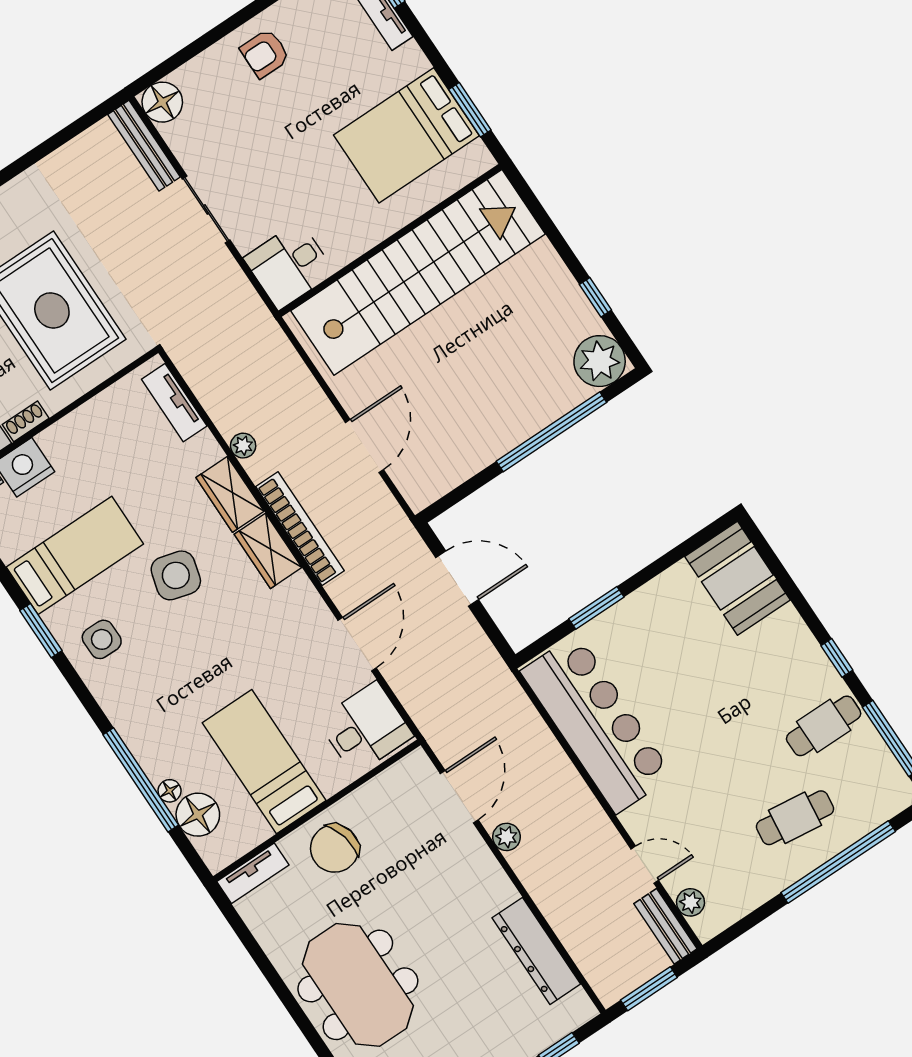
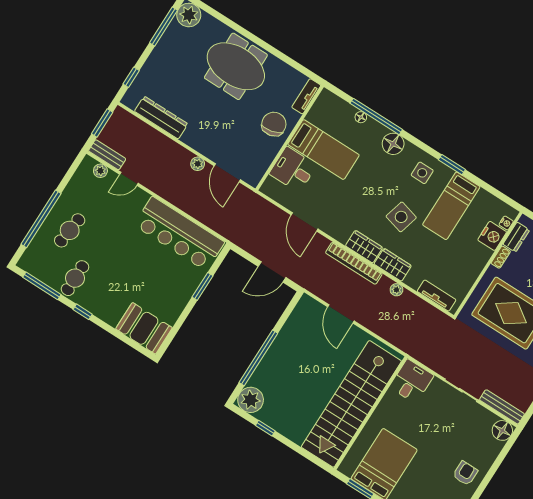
desk: (365, 728) -> (293, 169), moved, turned 90
floor lamp: (198, 815) -> (393, 144), moved

